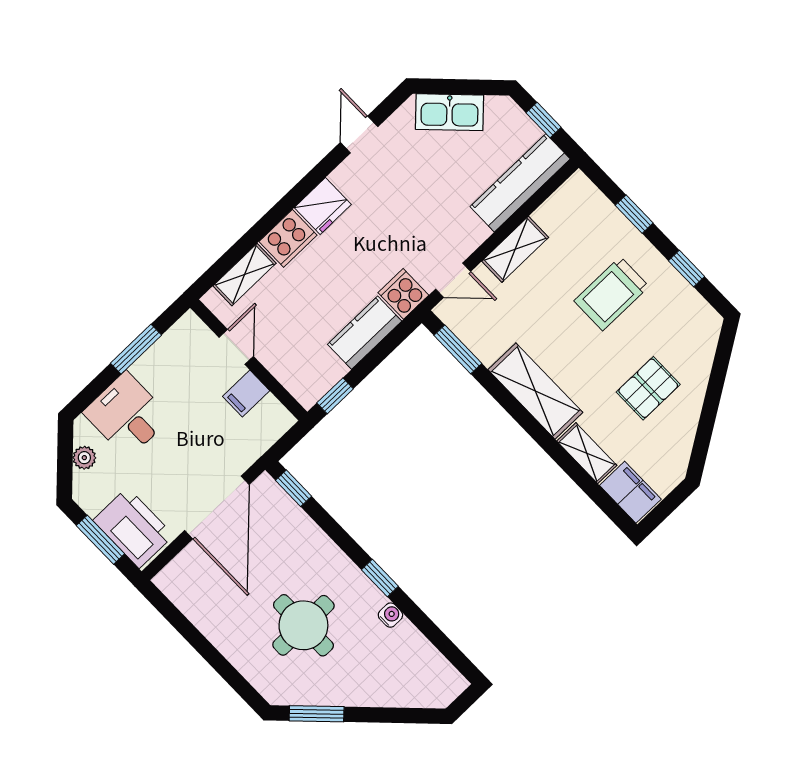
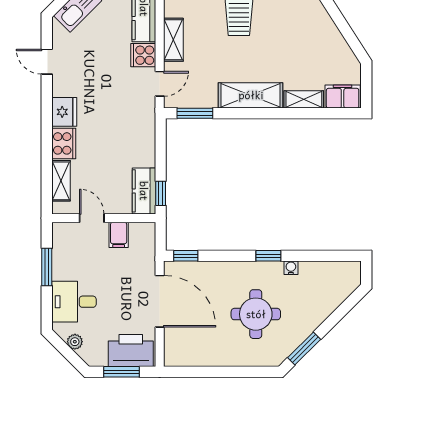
cooker: (403, 294) -> (143, 55), moved
kitchen counter: (365, 333) -> (144, 191), moved
pallet: (648, 388) -> (301, 40), removed

